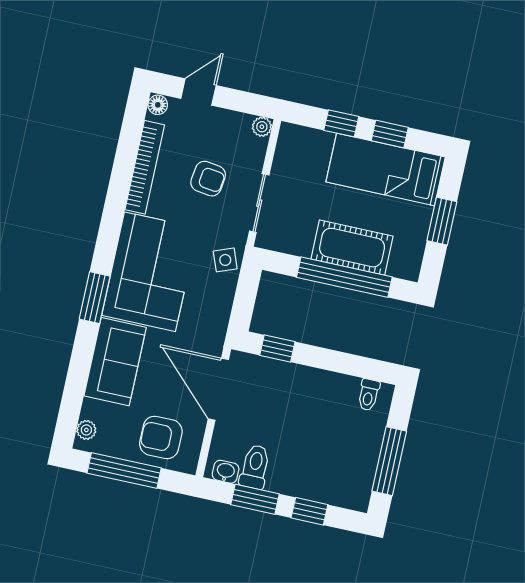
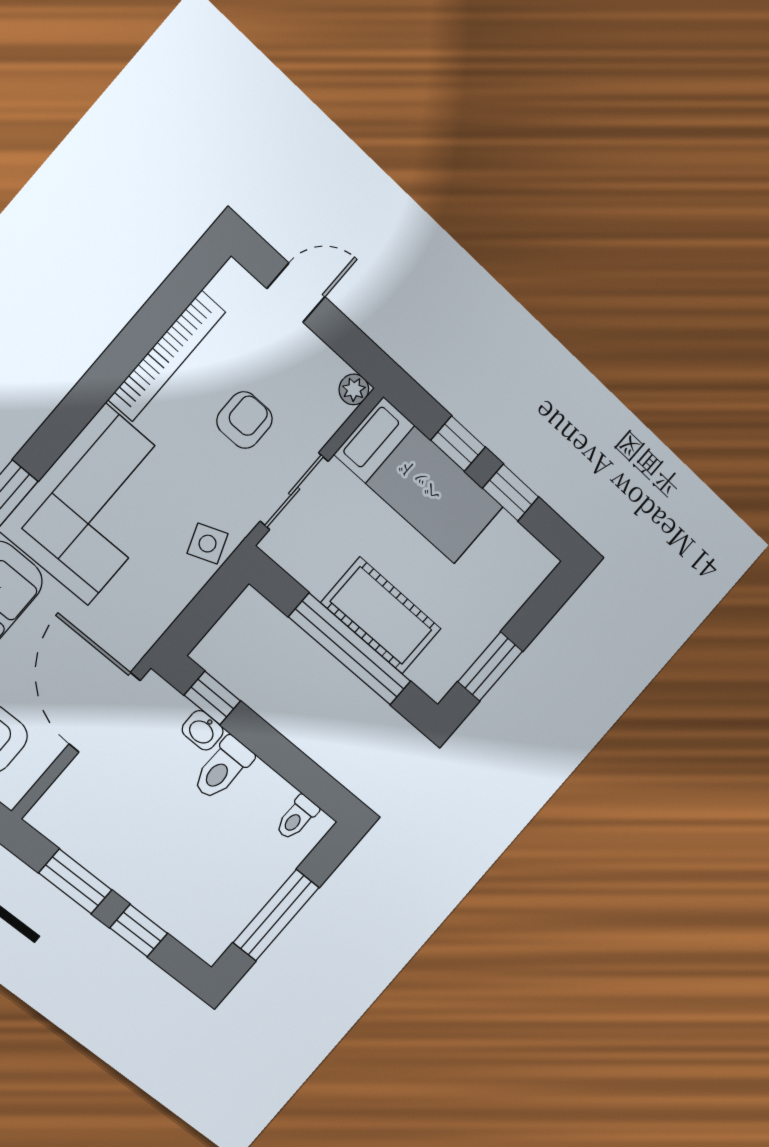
floor lamp: (158, 105) -> (231, 279), removed
bed: (386, 169) -> (419, 481), moved, turned 180
armchair: (208, 179) -> (245, 420), turned -98
window: (442, 221) -> (490, 667), moved
toilet: (255, 467) -> (223, 768), moved, turned 180
washbasin: (226, 472) -> (203, 730), moved, turned 180

